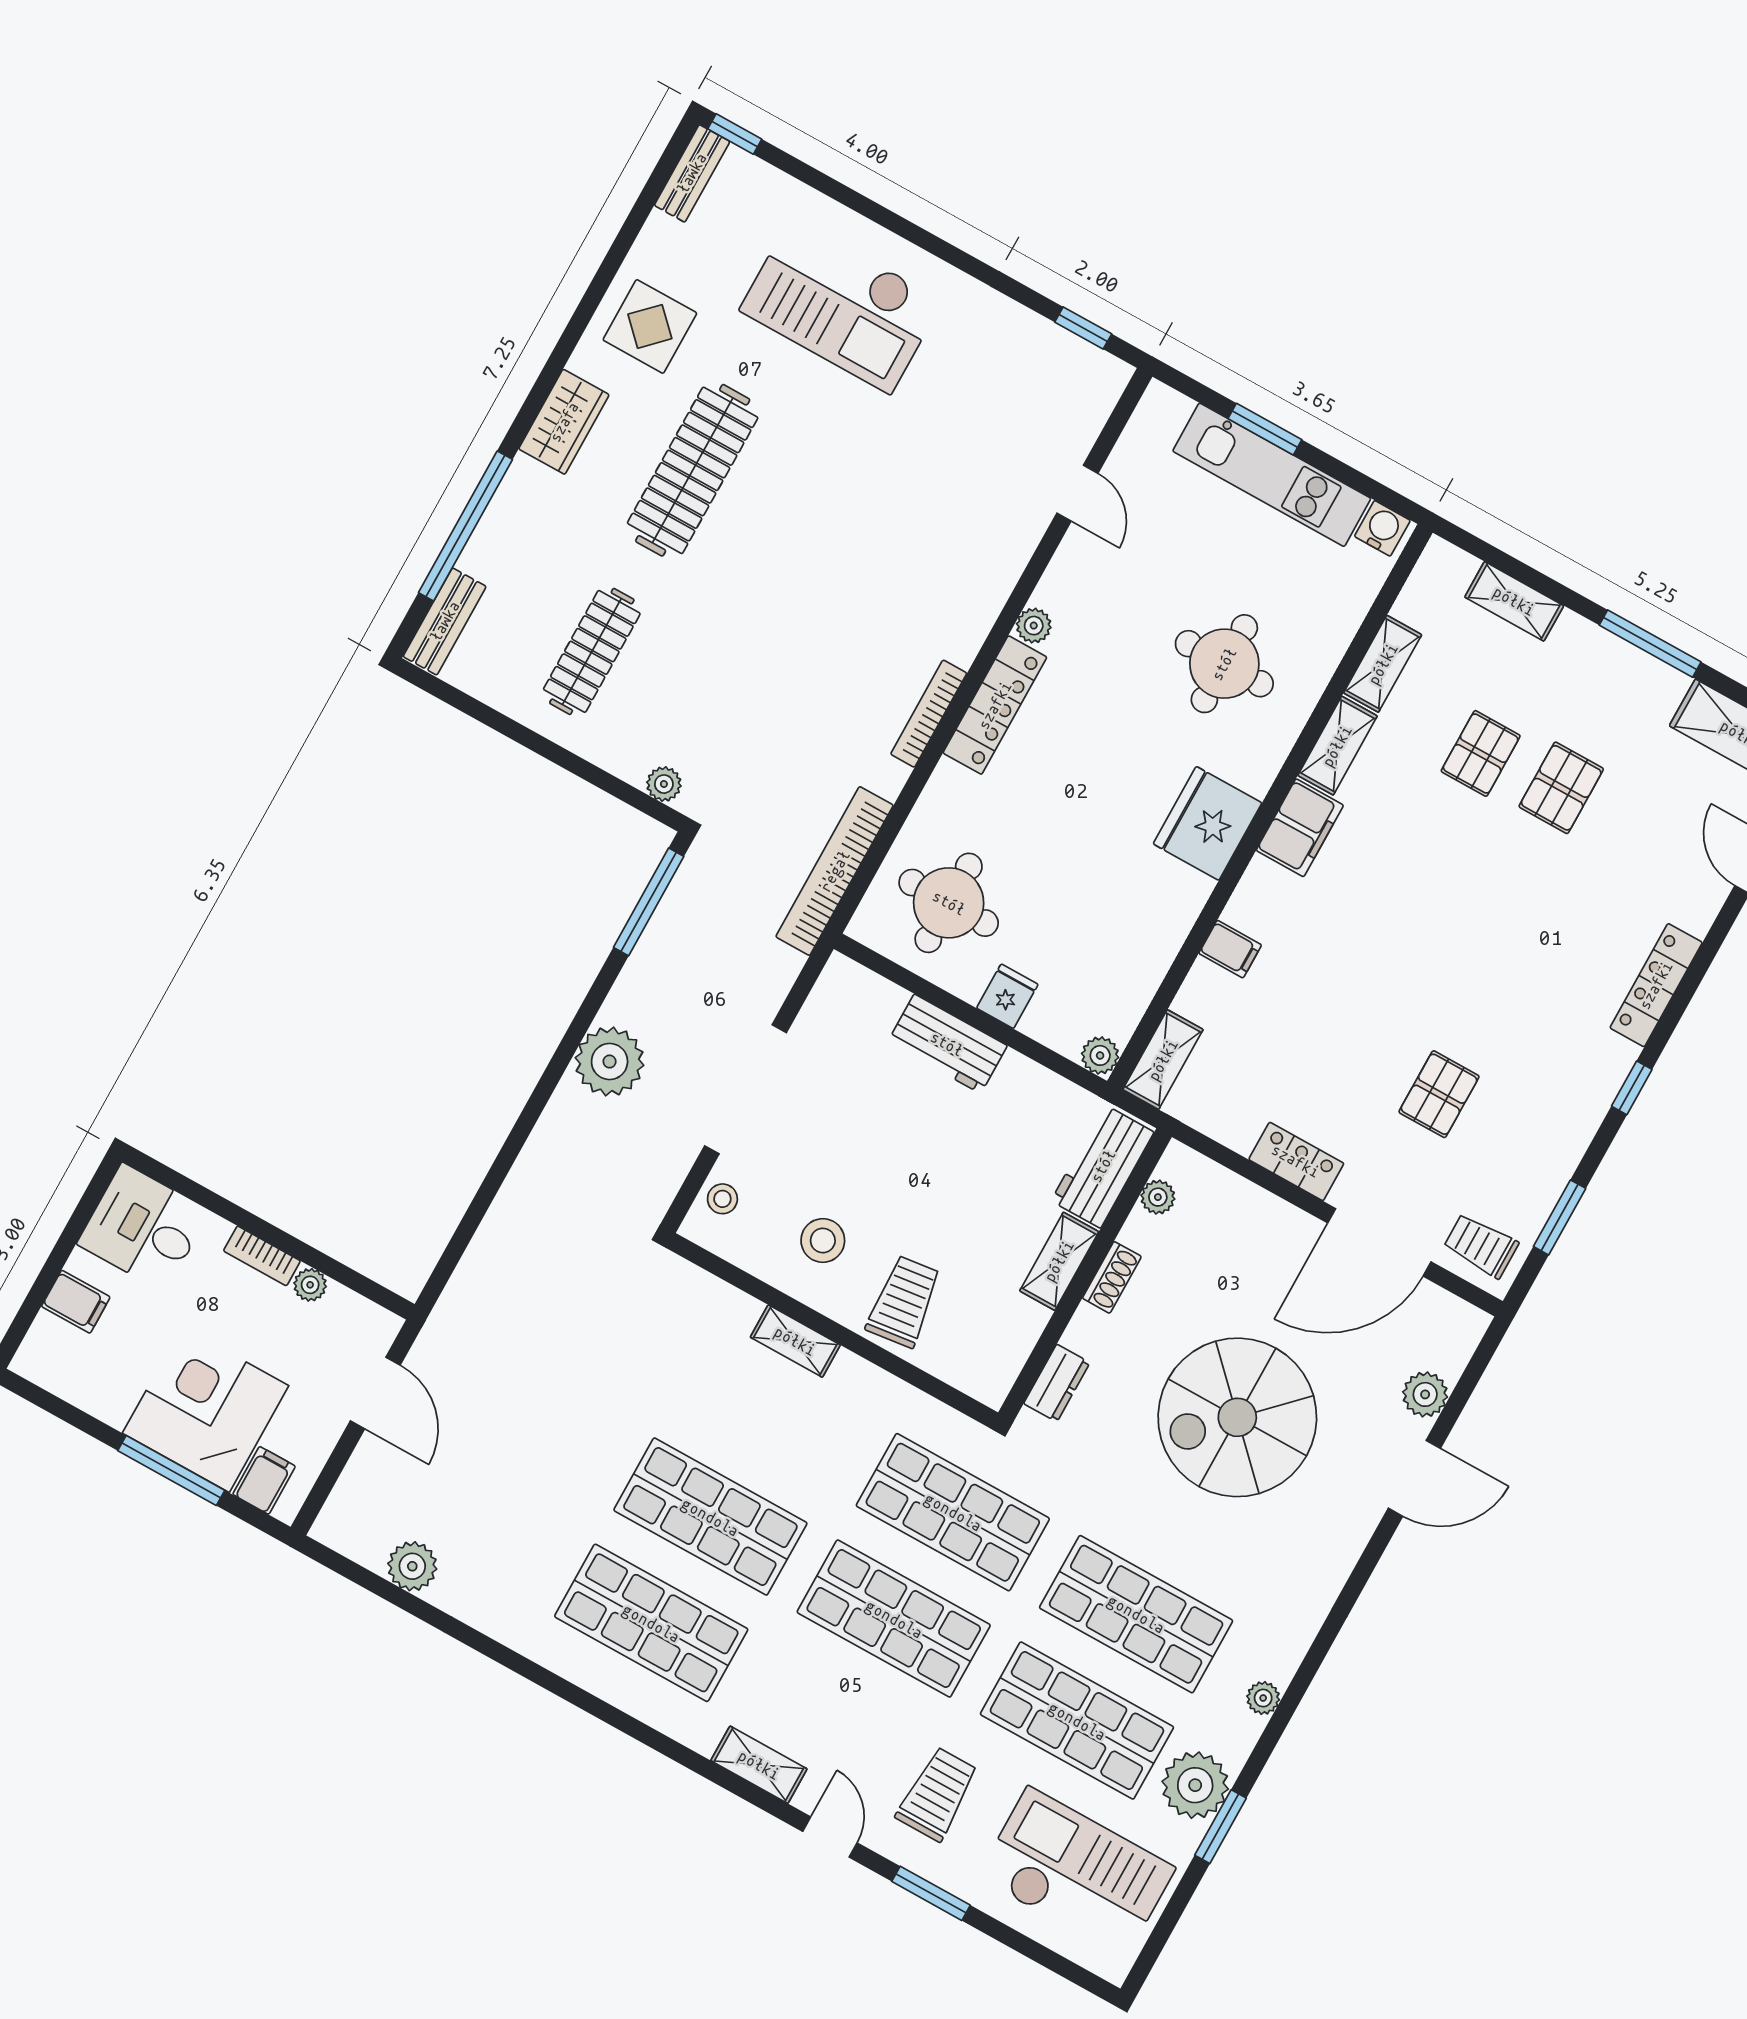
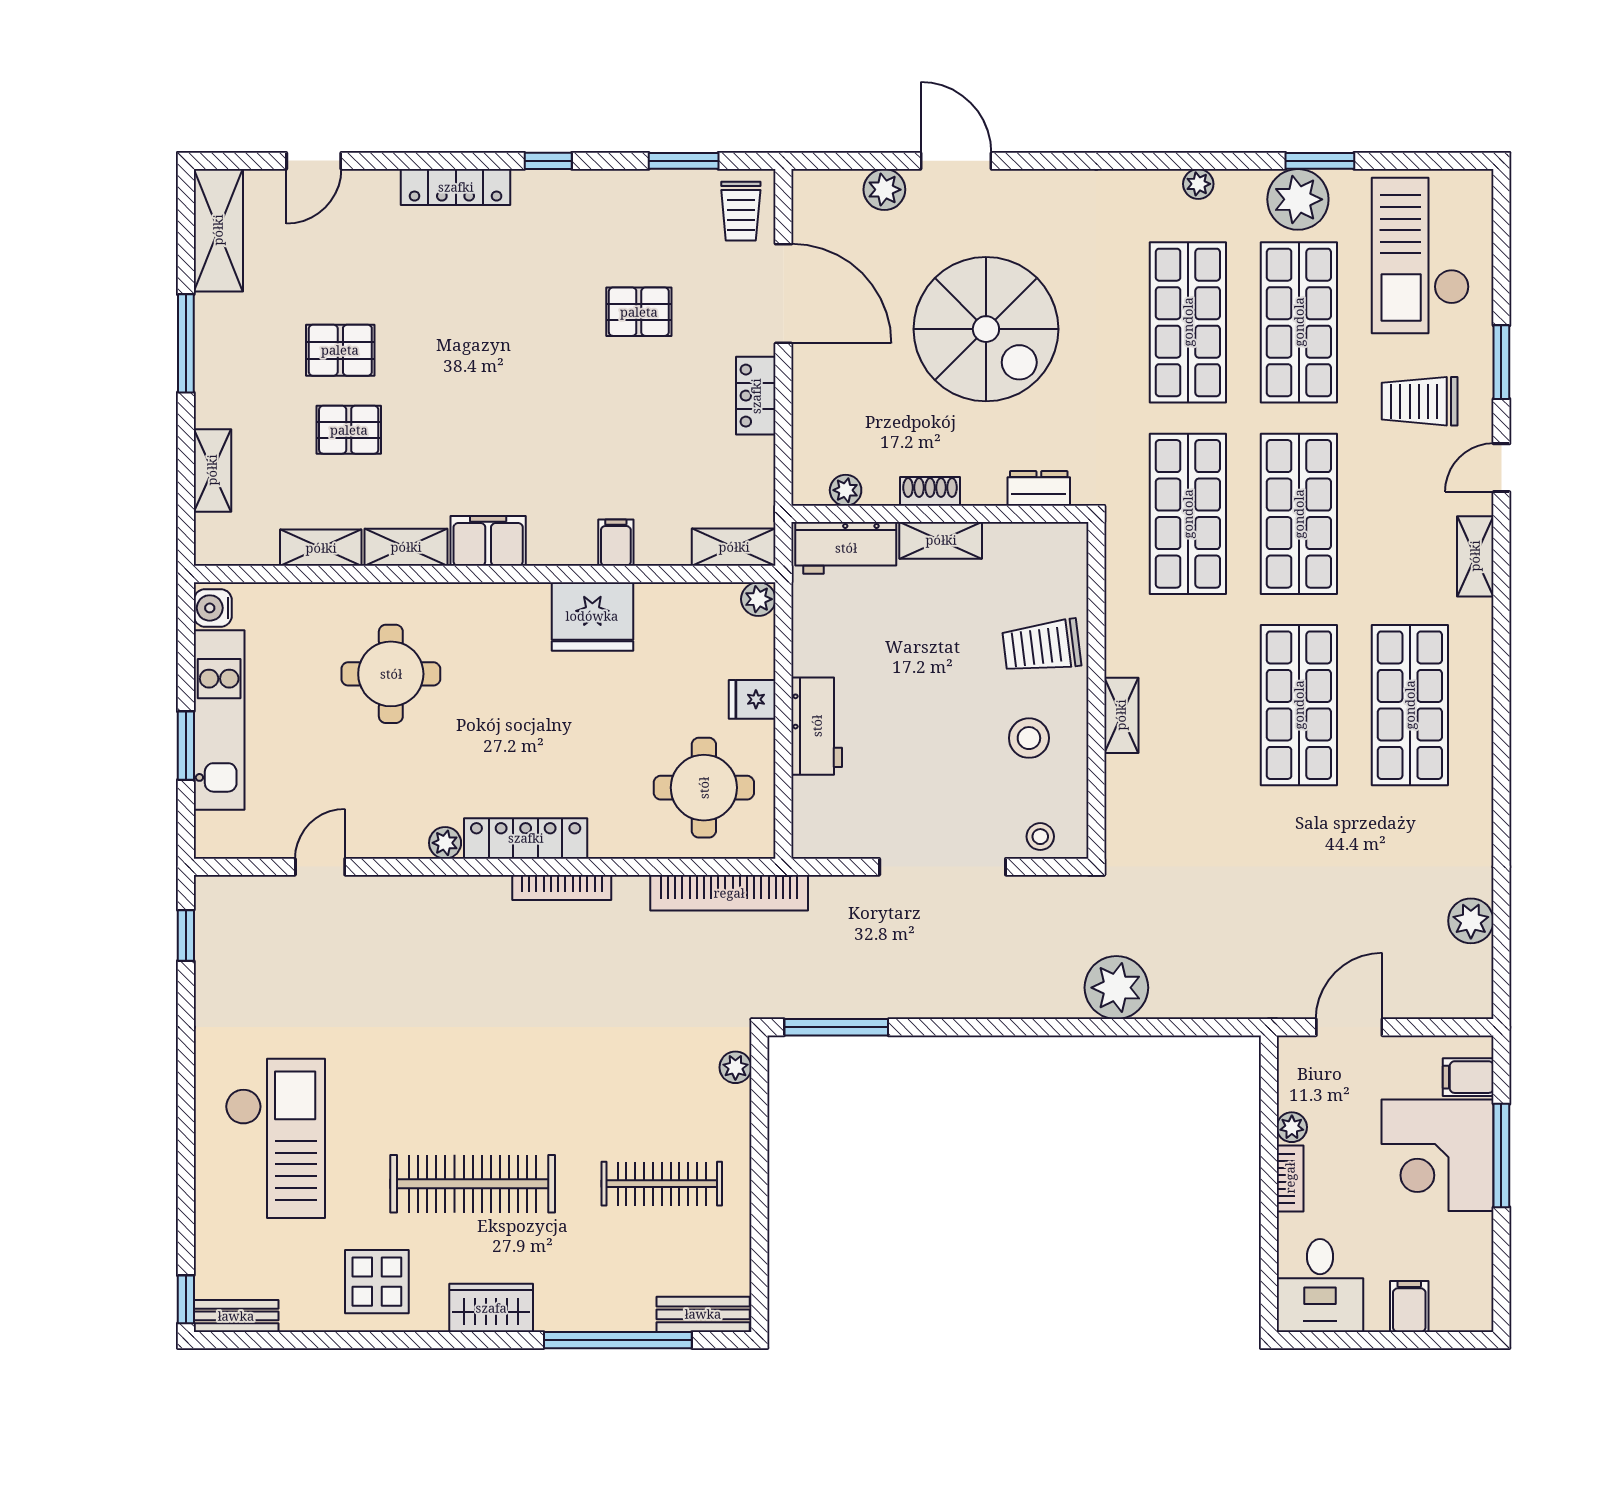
fridge: (1208, 823) -> (592, 616), moved
plant: (610, 1061) -> (1116, 988), moved

